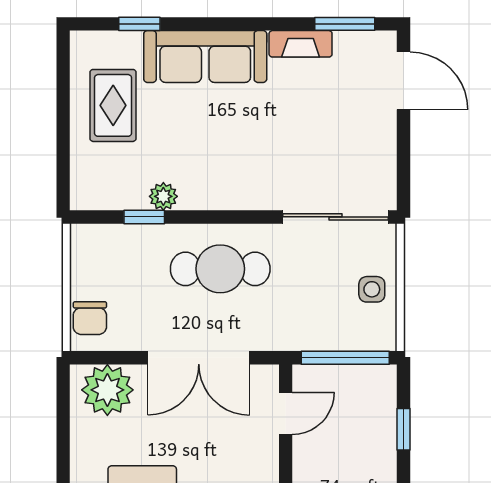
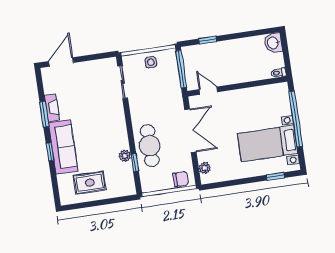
window: (139, 24) -> (50, 152), moved
window: (345, 24) -> (44, 114), moved
sliding door: (335, 217) -> (123, 82), width x0.73
cafe table: (220, 269) -> (150, 146), moved
plant: (107, 390) -> (205, 168), width x0.53, depth x0.53

